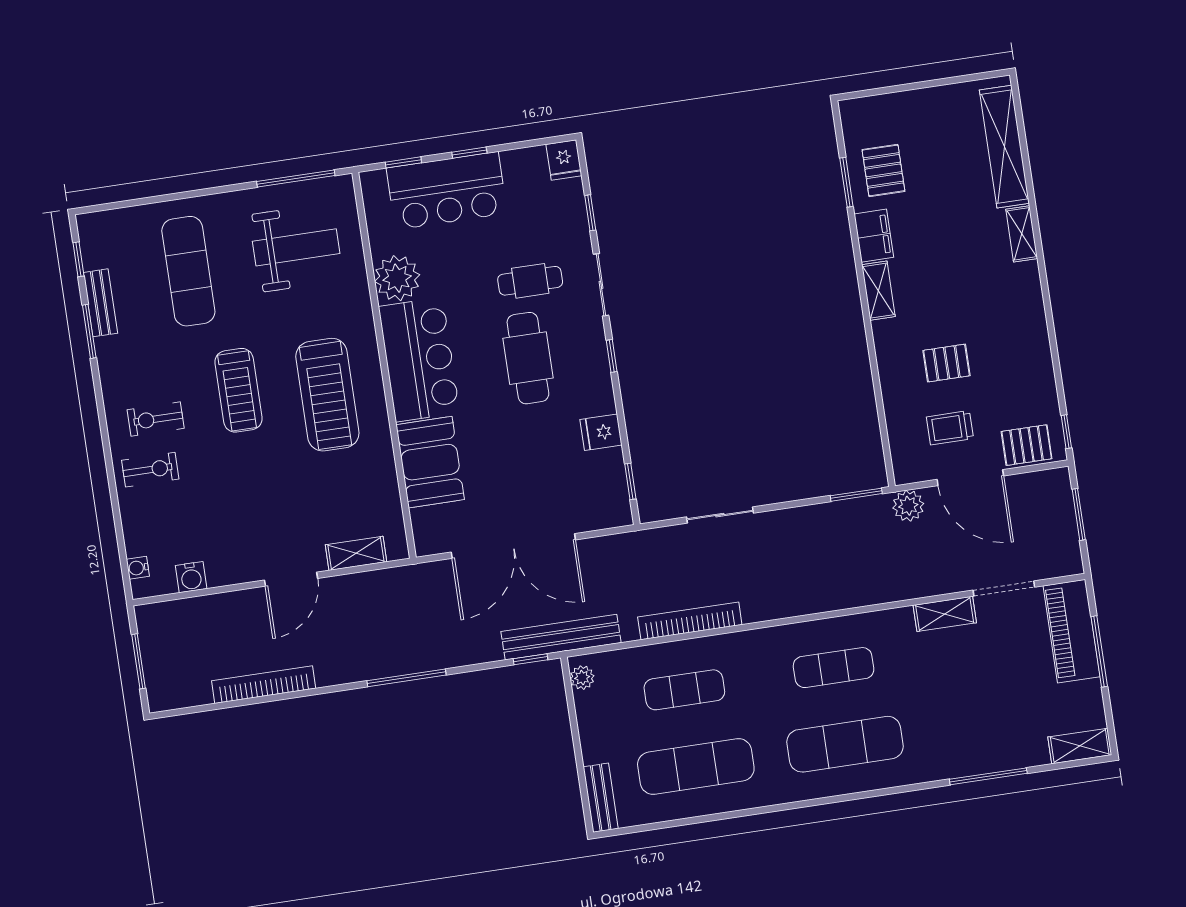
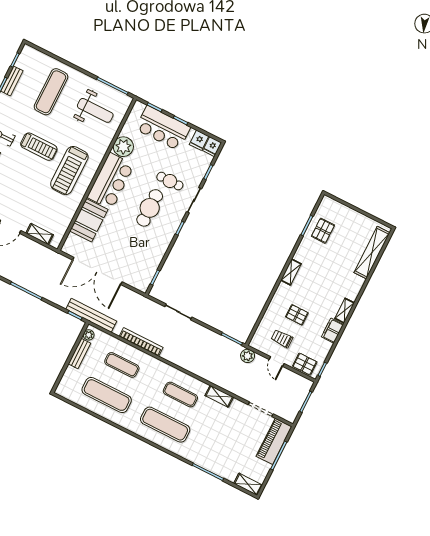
shelving: (1022, 234) -> (345, 311), moved
filing cabinet: (874, 236) -> (332, 331), moved, turned 180
treadmill: (238, 390) -> (39, 147), turned -90
fridge: (601, 432) -> (199, 140), moved, turned -90
door: (970, 478) -> (277, 361), width x0.53
shelving: (945, 614) -> (219, 396), moved
bench: (601, 798) -> (80, 354), moved

